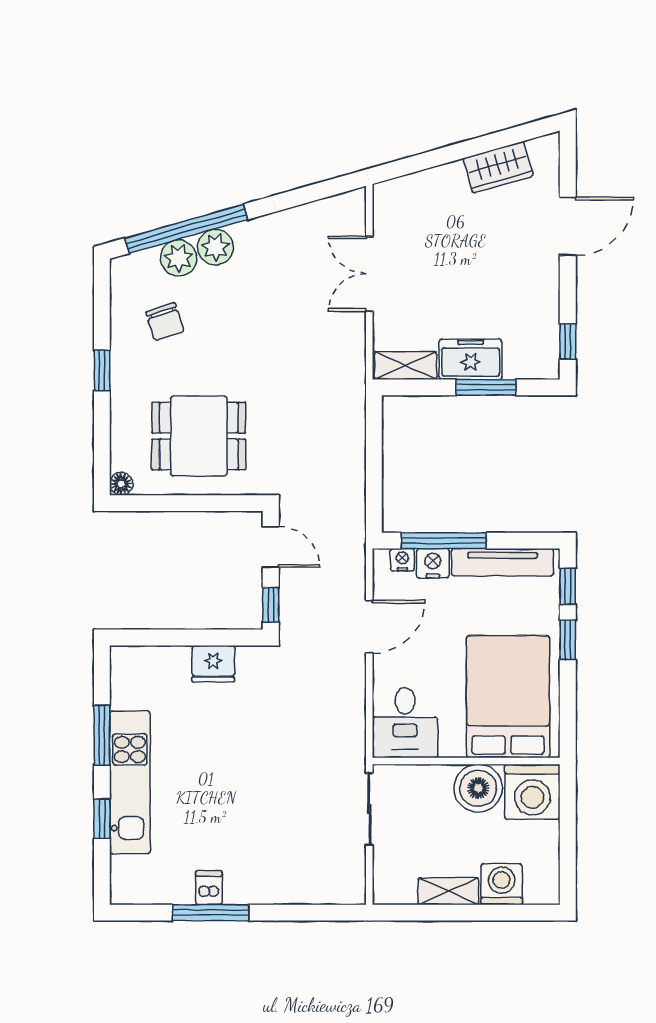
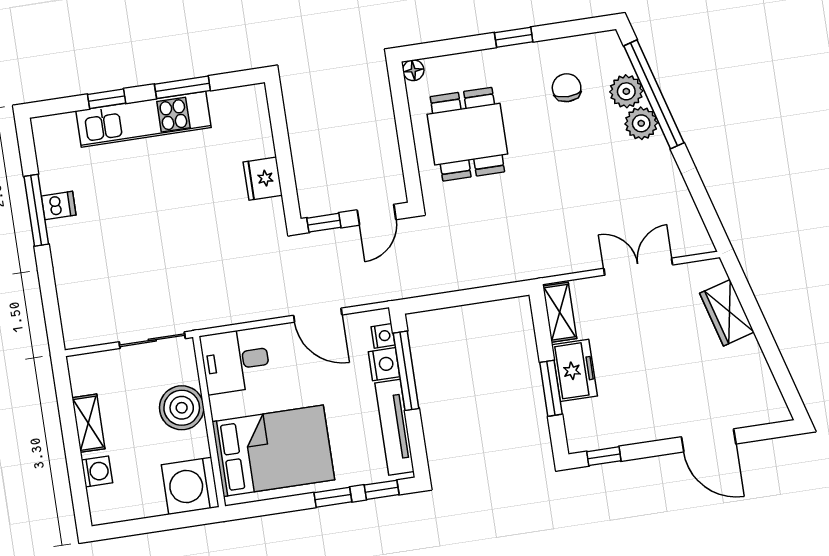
wardrobe: (498, 167) -> (727, 313), moved
chair: (165, 322) -> (567, 88), turned 108
boiler: (478, 788) -> (182, 408), moved
washing machine: (502, 884) -> (97, 471), width x0.73, depth x0.73

